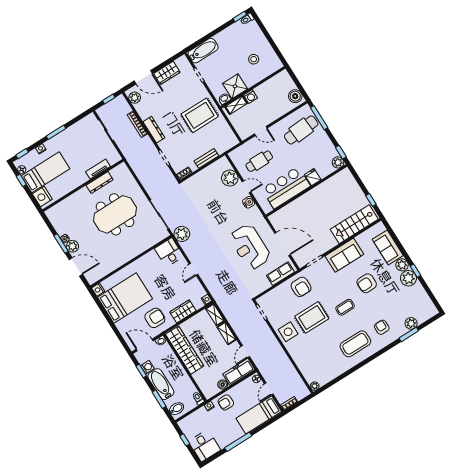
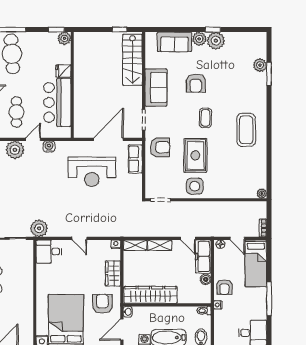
armchair: (382, 327) -> (246, 95), removed

